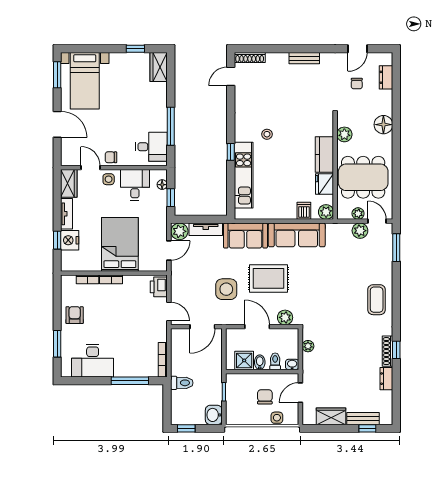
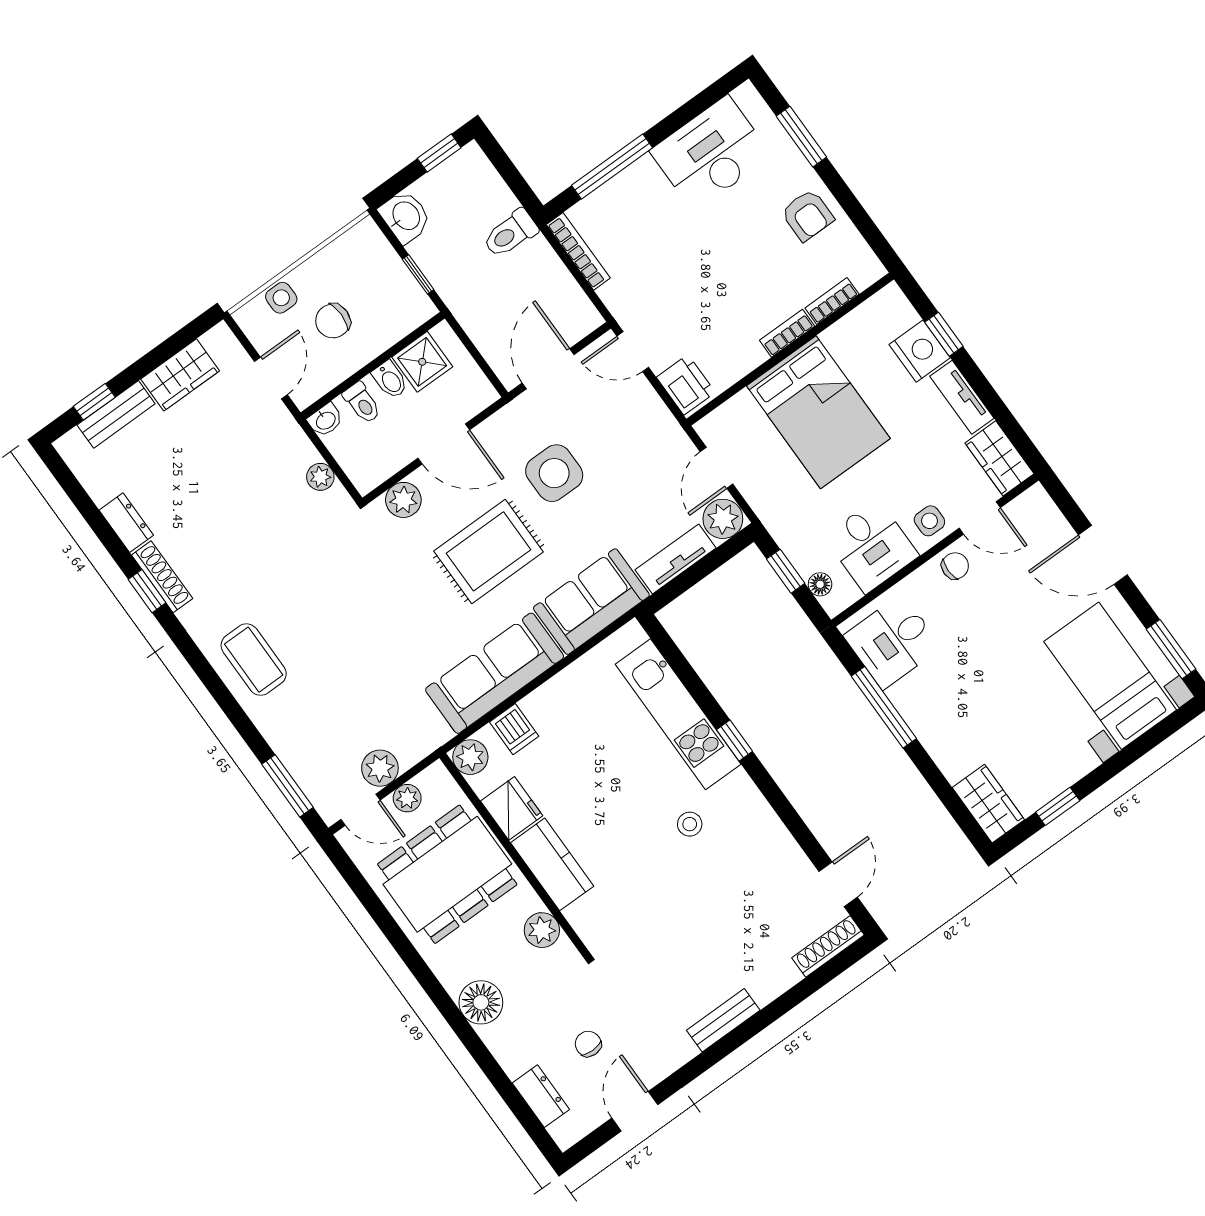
chair: (265, 397) -> (333, 321), turned 90

